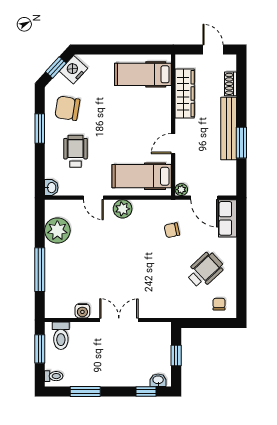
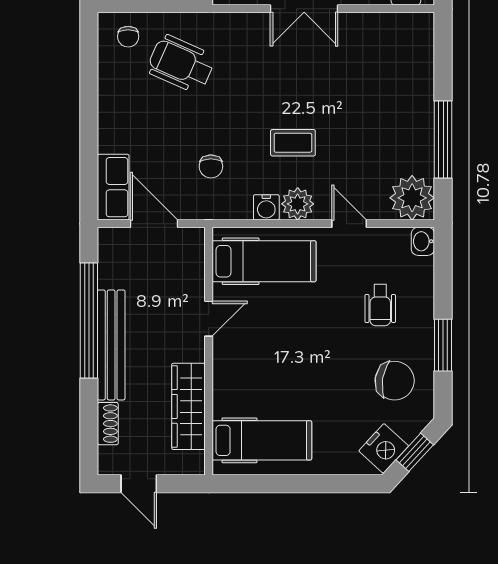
window: (241, 143) -> (89, 320), width x2.11
wheelchair: (76, 151) -> (380, 305), width x0.73, depth x0.73
plant: (181, 190) -> (194, 238), removed
chair: (172, 230) -> (211, 166), turned 102
plant: (57, 231) -> (412, 198), moved
coffee table: (125, 244) -> (293, 143), added
window: (40, 270) -> (443, 139), moved
wheelchair: (205, 270) -> (181, 64), moved, turned 67
water cooler: (82, 311) -> (266, 207), moved, turned 180

